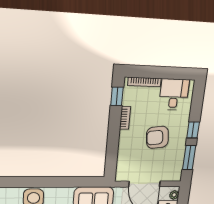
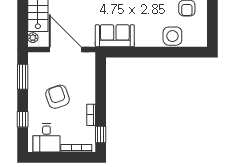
window: (193, 130) -> (23, 119), moved
armchair: (157, 137) -> (58, 97), turned -102

